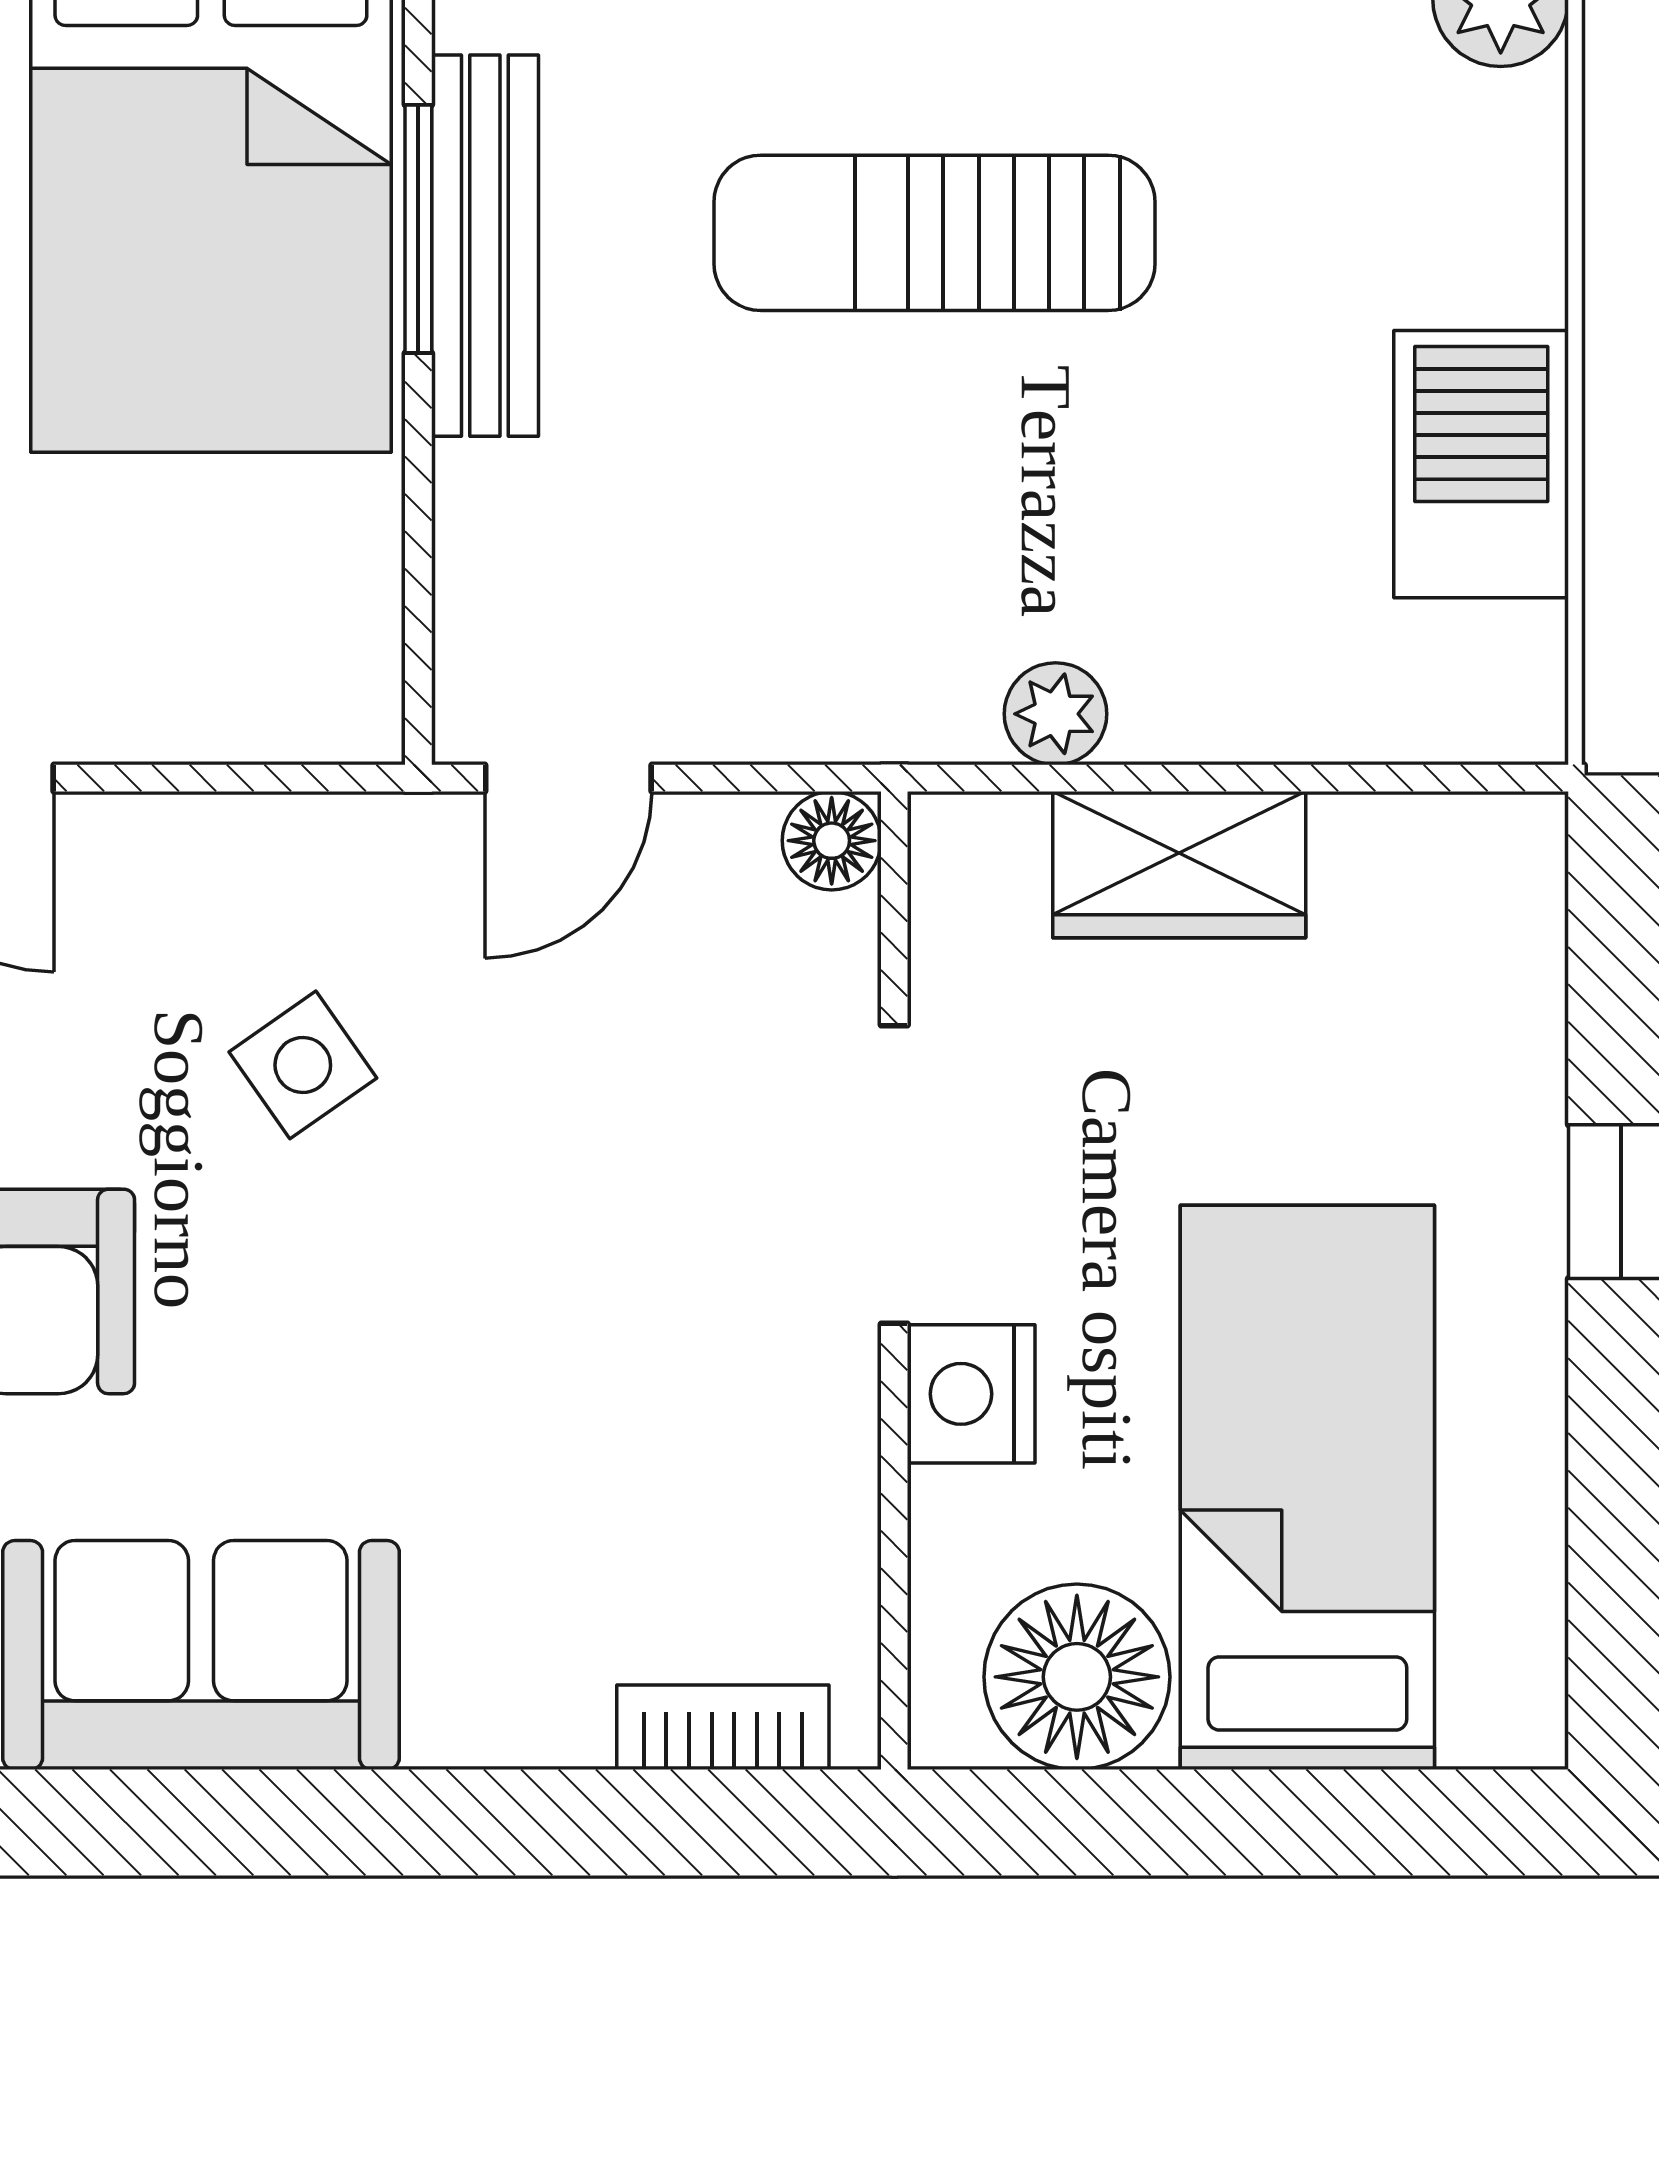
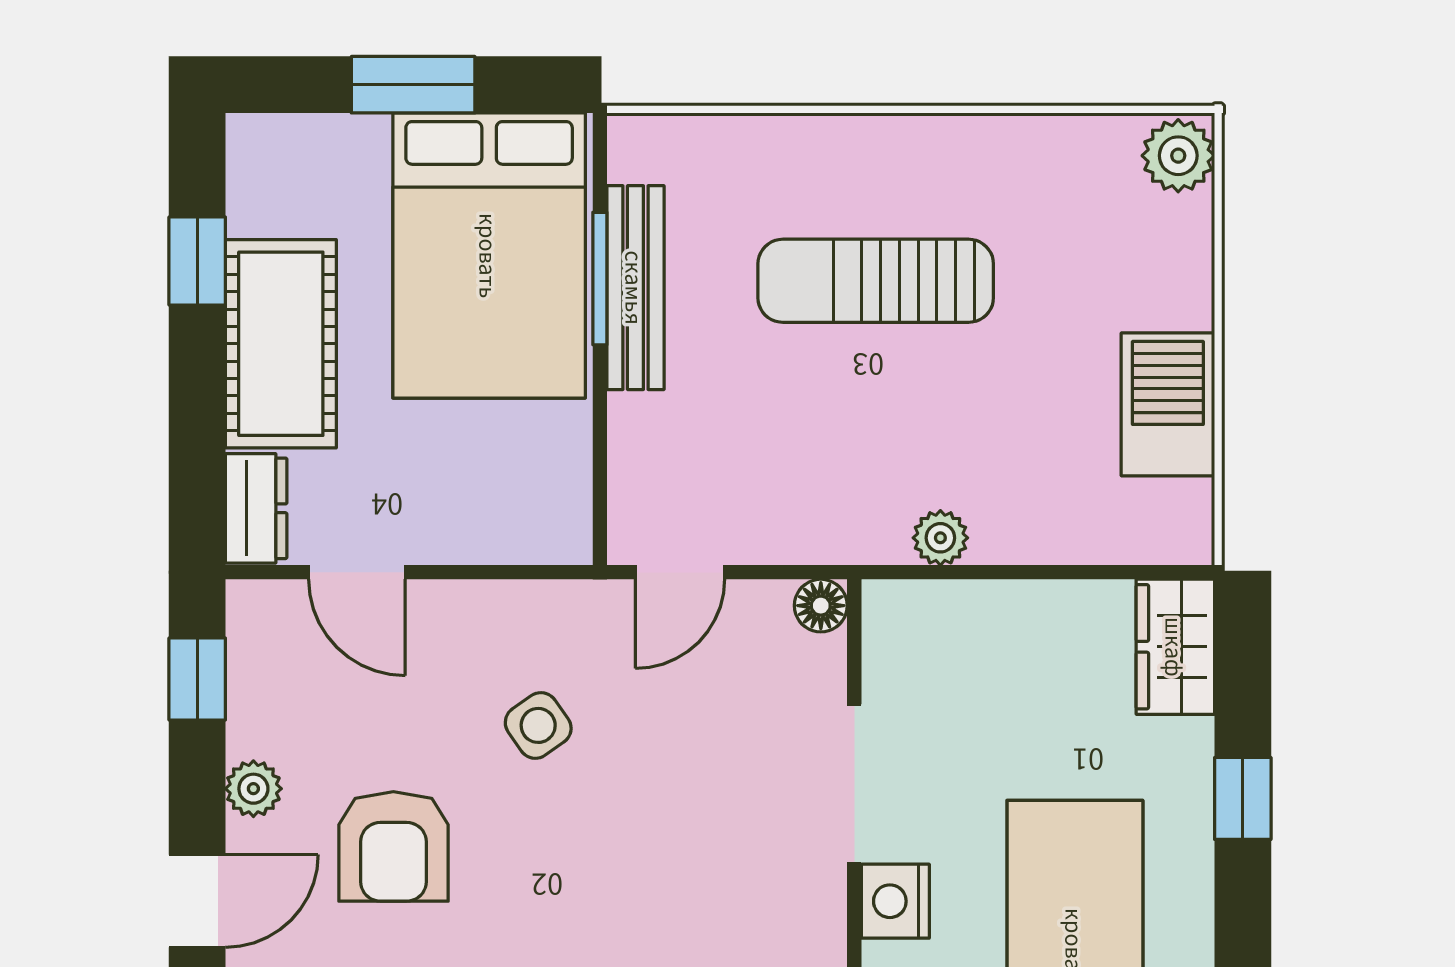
wardrobe: (1179, 865) -> (1175, 647), moved, turned 90

